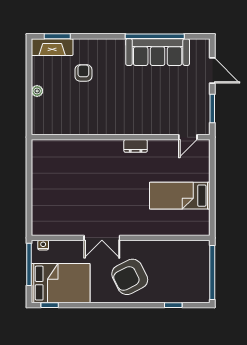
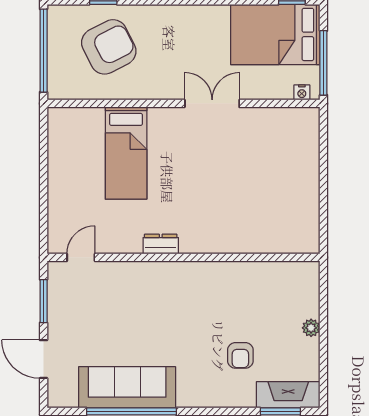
bed: (180, 196) -> (126, 153), moved, turned 90
armchair: (130, 277) -> (109, 47), moved

